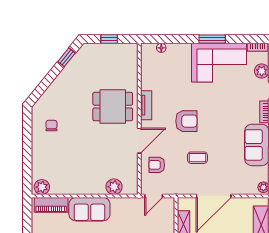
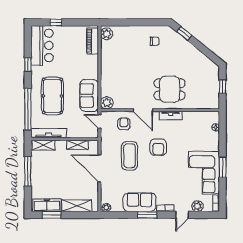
window: (66, 57) -> (184, 34), moved
dining table: (113, 107) -> (170, 89), turned 90
coffee table: (197, 158) -> (130, 156), width x1.86, depth x1.72
plant: (114, 187) -> (107, 103), moved
sofa: (89, 209) -> (89, 95), moved

